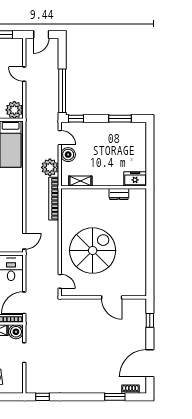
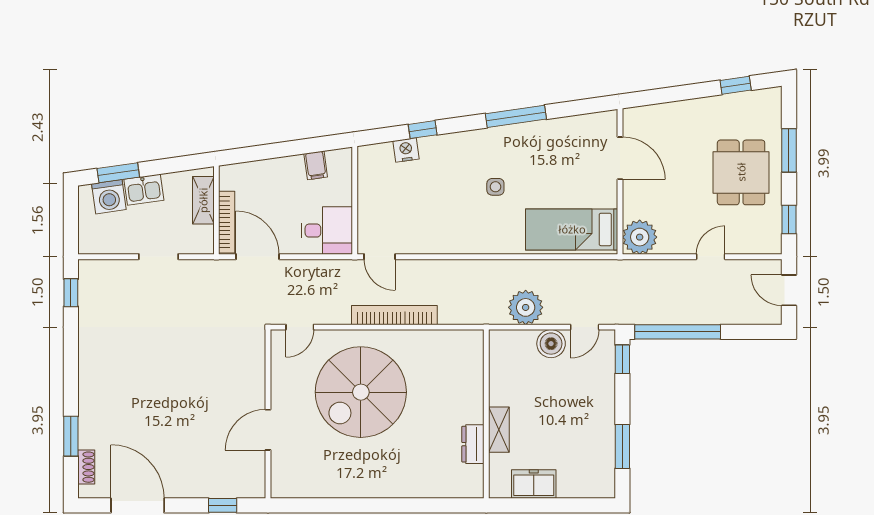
freezer: (135, 179) -> (534, 484), moved, turned -90
shelving: (80, 181) -> (499, 430), moved
bookcase: (54, 199) -> (394, 315), moved
spiral stairs: (93, 251) -> (361, 392), turned 90
boiler: (16, 332) -> (200, 240), removed

